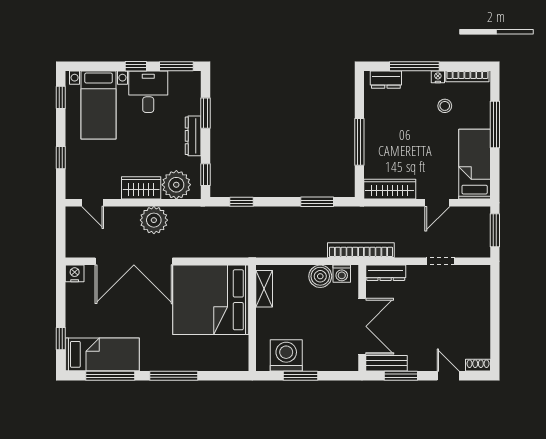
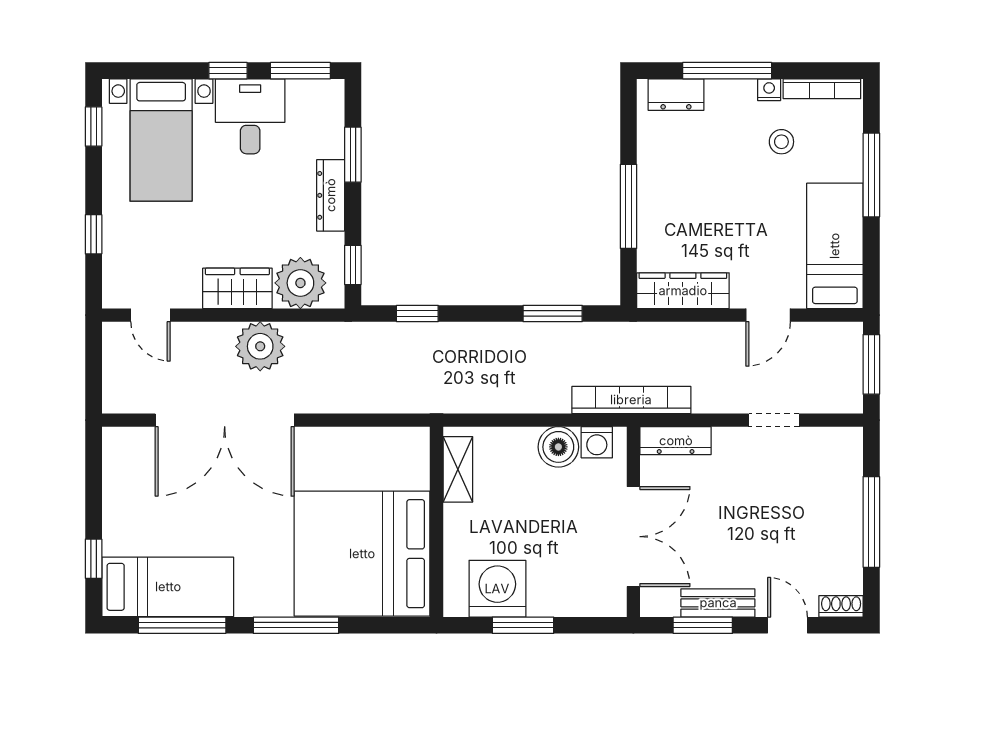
nightstand: (75, 273) -> (118, 442), removed
bed: (211, 300) -> (362, 554), moved
window: (495, 318) -> (871, 522), added
bench: (386, 363) -> (718, 603), moved

